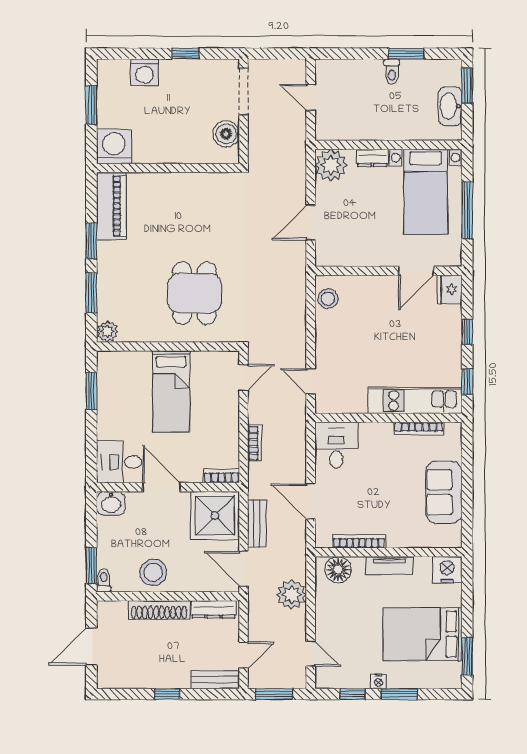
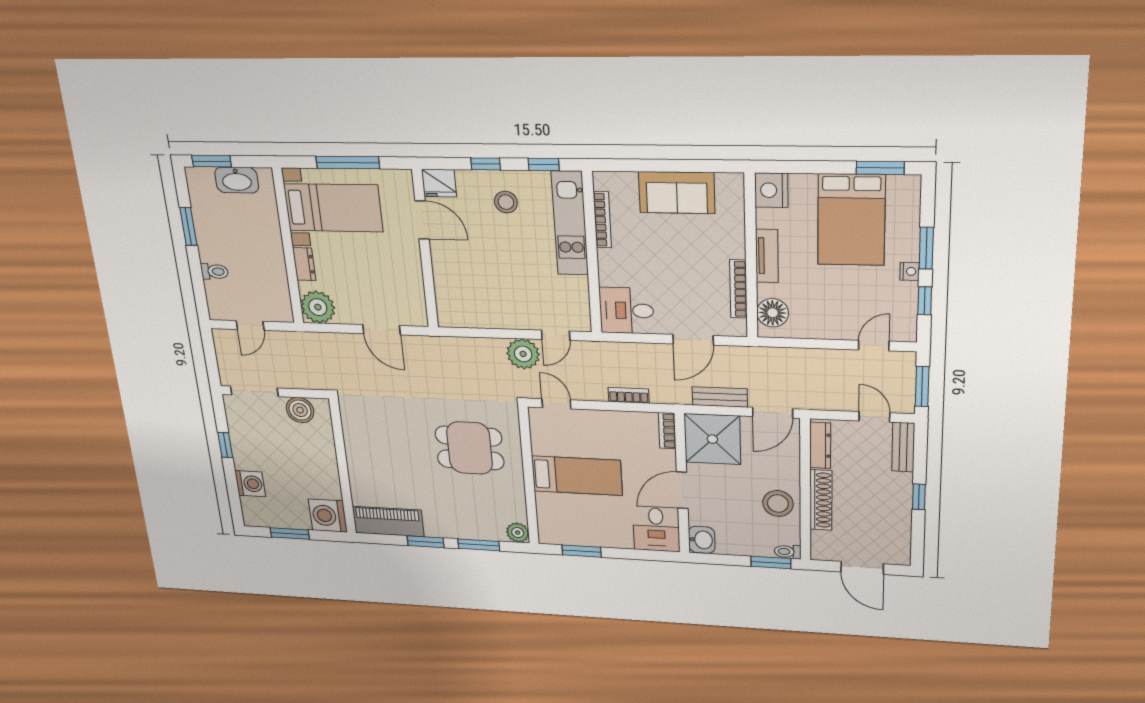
toilet: (392, 71) -> (215, 272), moved
stool: (328, 299) -> (506, 202), moved
plant: (292, 595) -> (523, 354), moved

